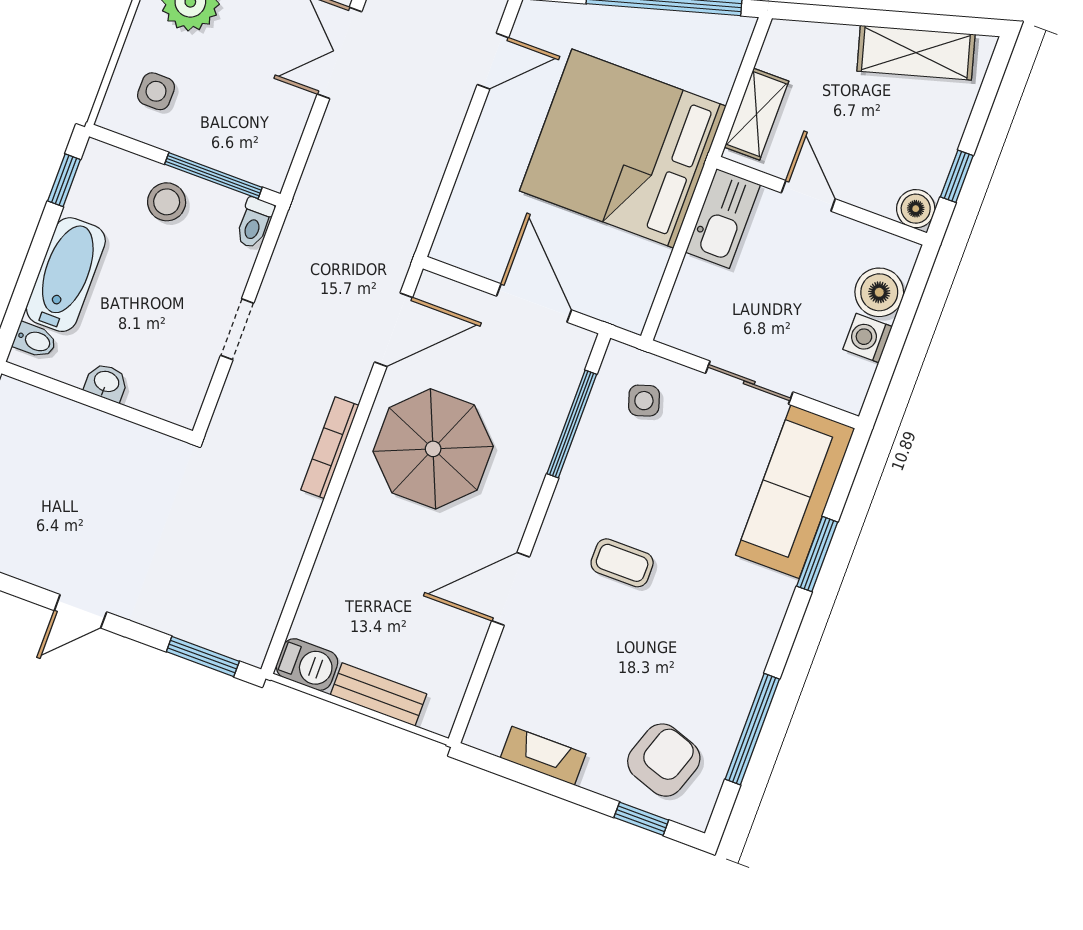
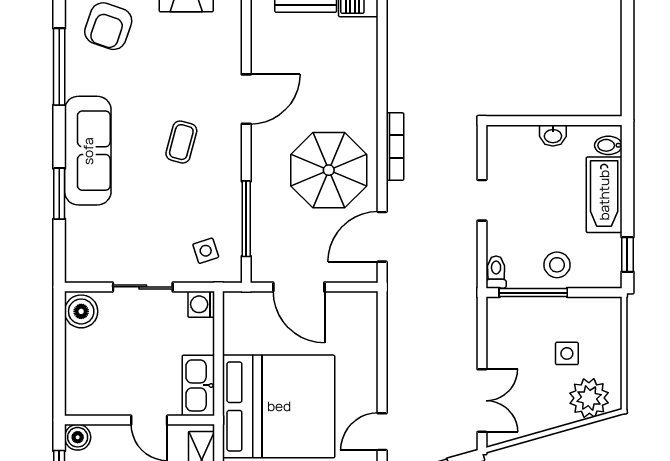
side table: (156, 91) -> (567, 353), moved
boiler: (879, 292) -> (81, 311), moved
washing machine: (868, 338) -> (201, 304), moved, turned 180
sofa: (795, 492) -> (88, 151), moved
coffee table: (622, 563) -> (181, 142), turned -75

